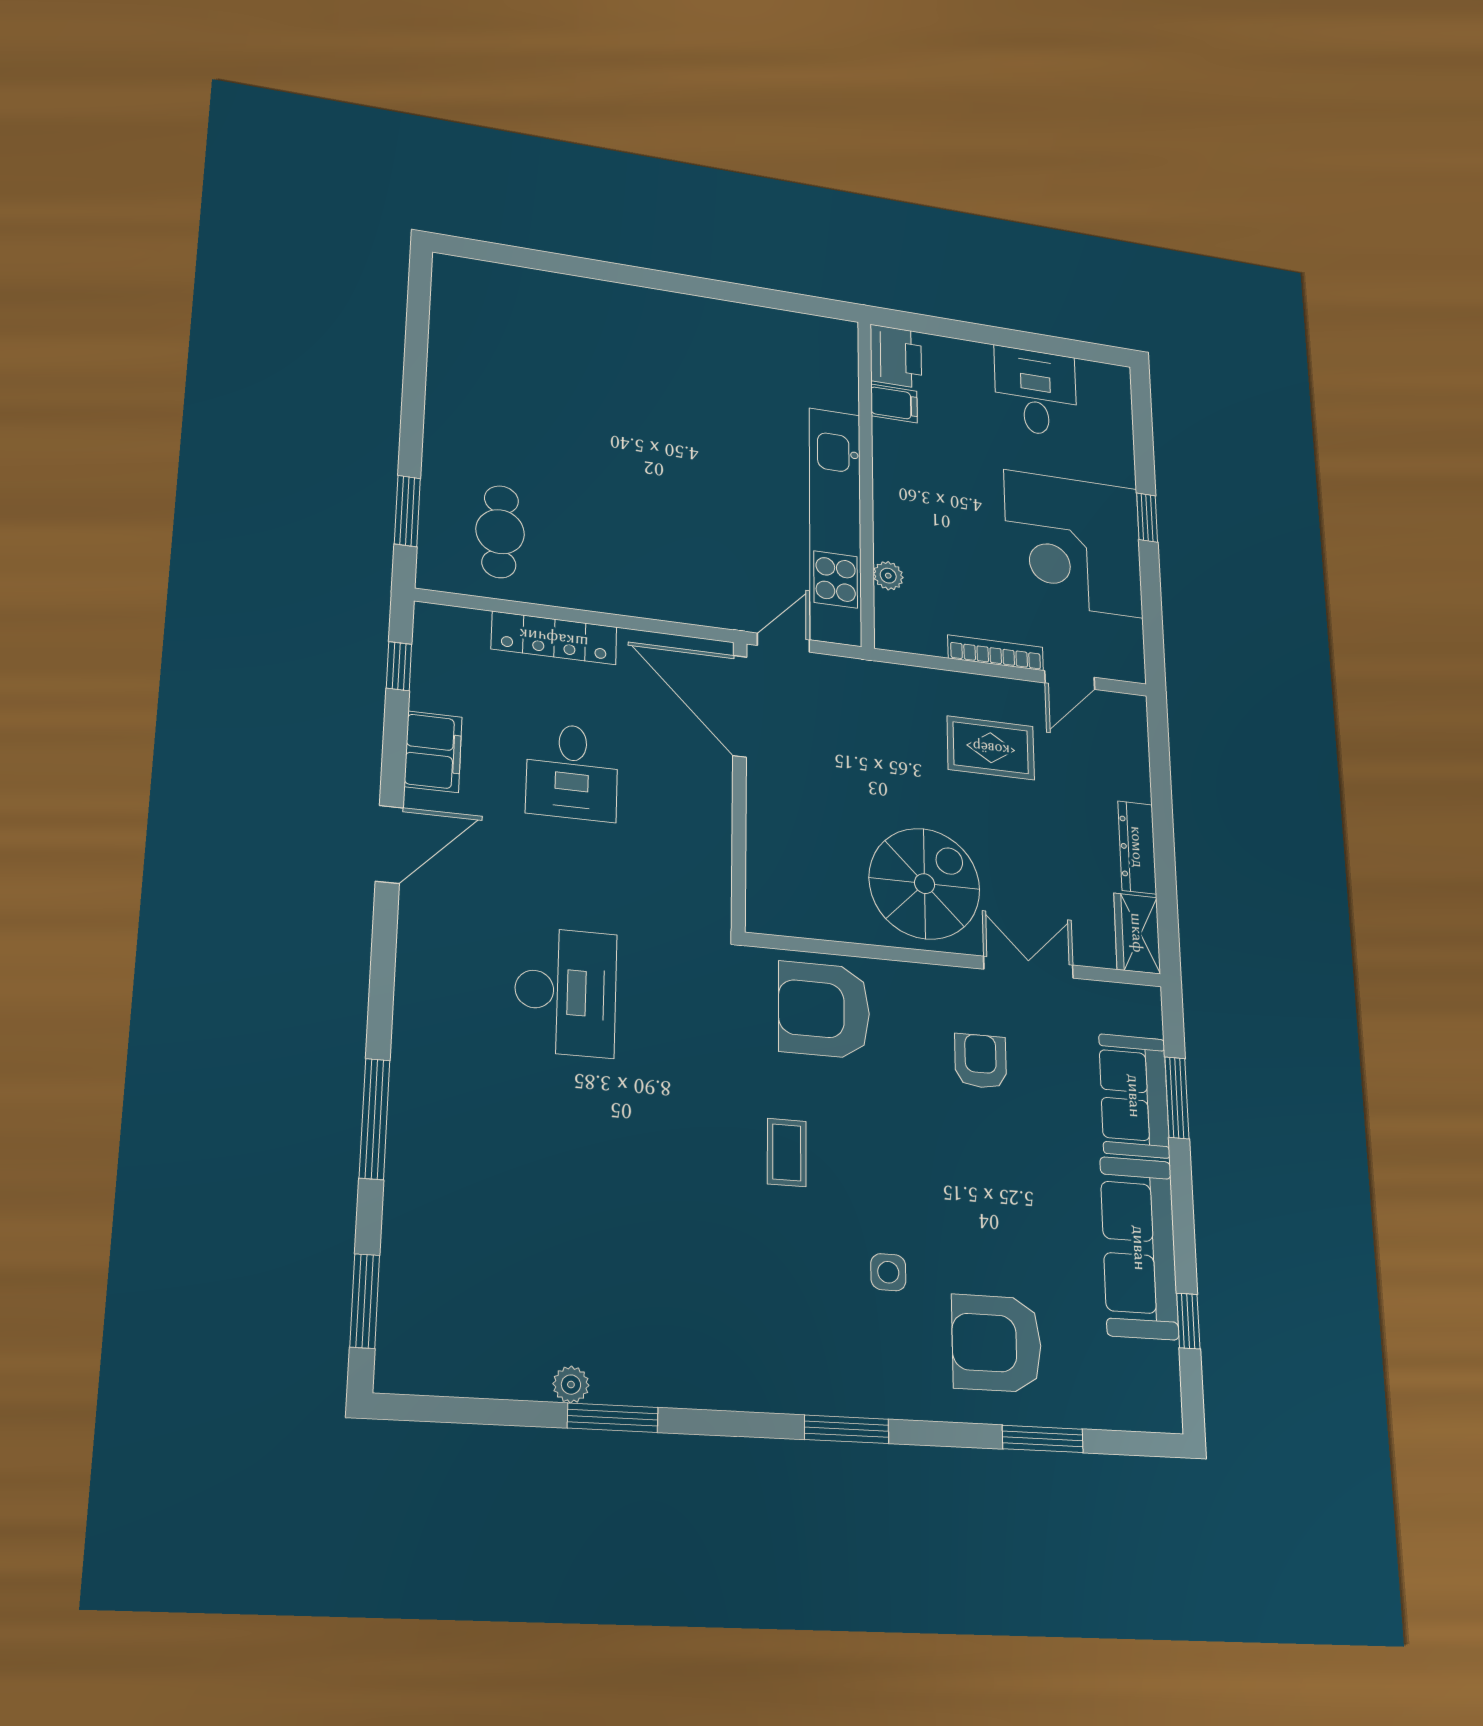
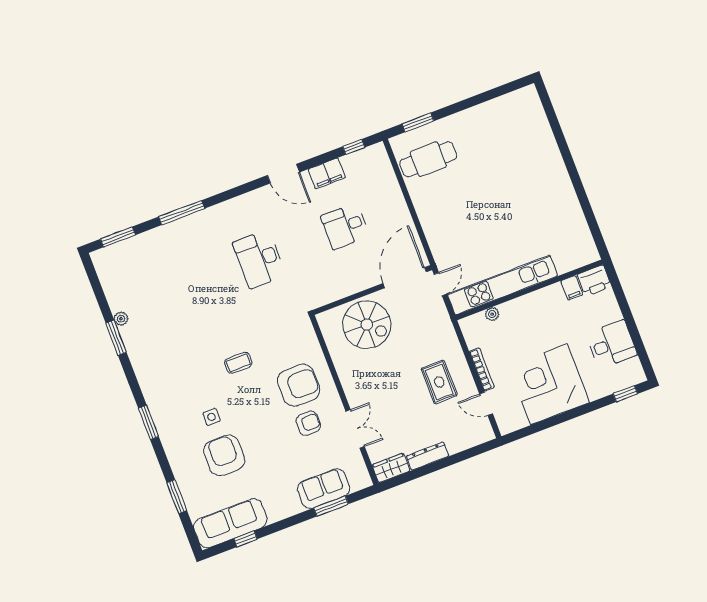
window: (1147, 518) -> (625, 394), moved
cafe table: (500, 532) -> (428, 159), width x1.37, depth x1.35
locker: (554, 638) -> (395, 197), removed
door: (783, 643) -> (440, 284), hinge flipped
spiral stairs: (925, 884) -> (367, 325), moved
desk: (566, 992) -> (259, 259), turned 90
armchair: (824, 1010) -> (299, 385), moved, turned 90
sofa: (1139, 1248) -> (230, 523), moved
armchair: (997, 1343) -> (224, 455), moved

